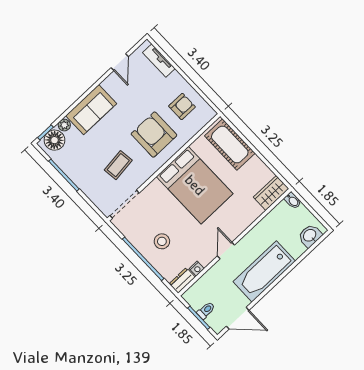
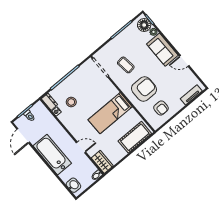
door: (120, 62) -> (184, 61), moved
bed: (195, 185) -> (110, 113), width x0.67
stool: (162, 241) -> (71, 102), moved
door: (226, 250) -> (81, 147), moved

